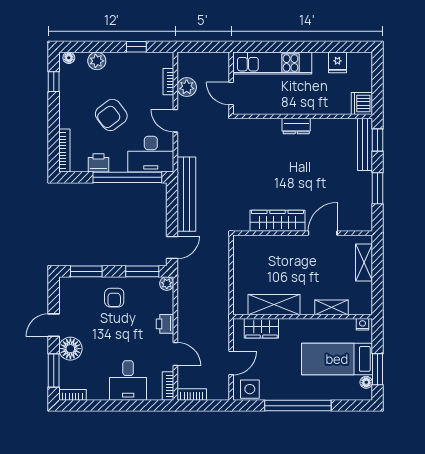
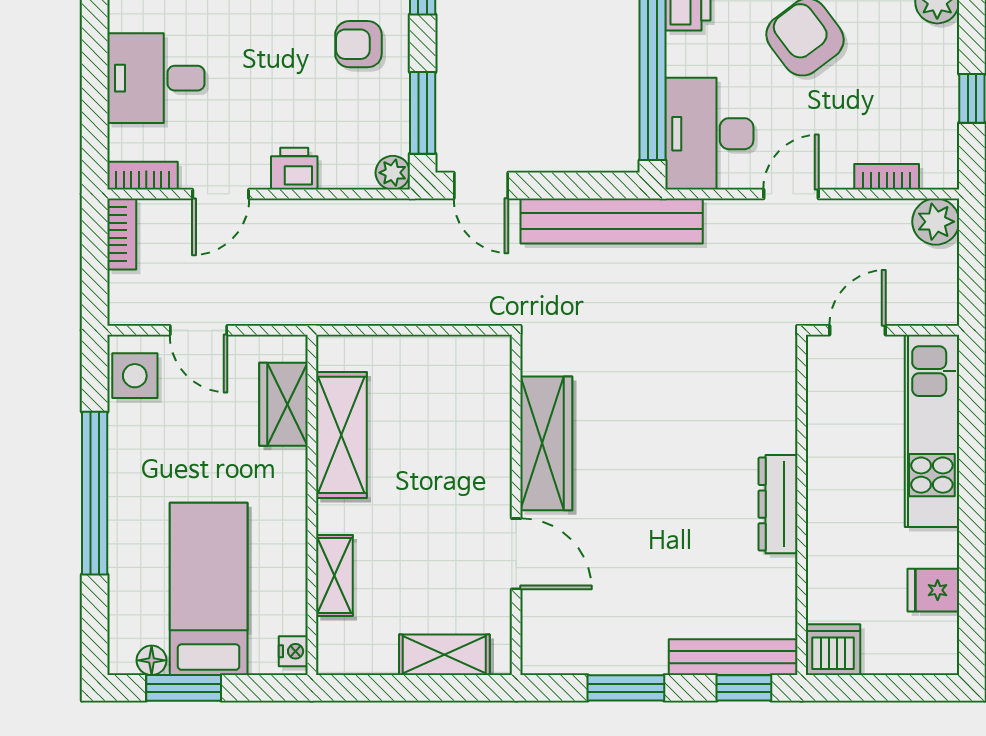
plant: (187, 87) -> (936, 222), moved
dresser: (296, 126) -> (778, 504), width x1.44

